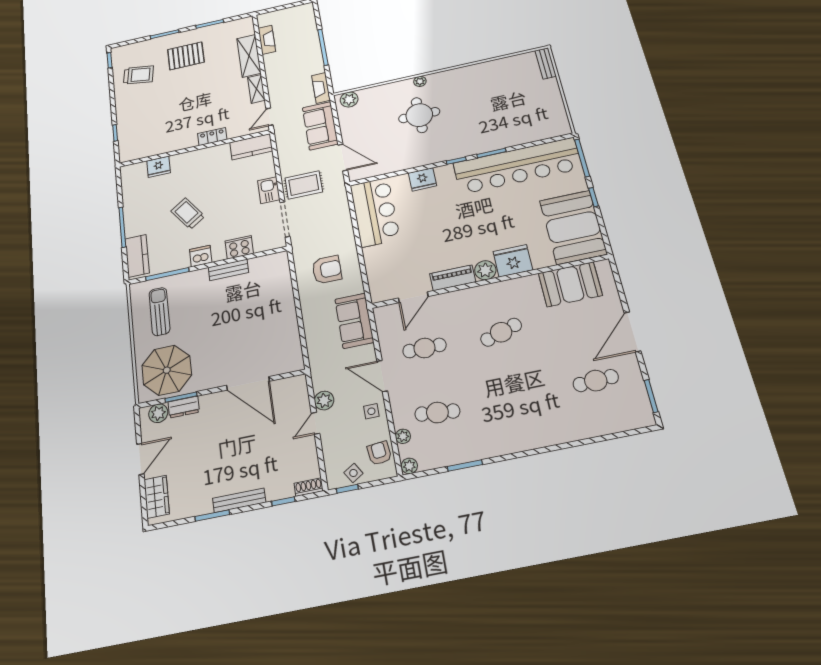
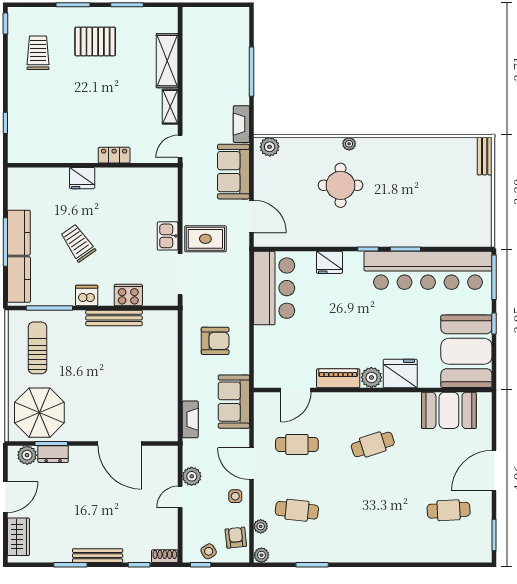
fireplace: (267, 40) -> (190, 419), moved
trolley: (139, 75) -> (38, 53), turned -99
kitchen counter: (251, 147) -> (19, 233), moved, turned -90
fridge: (159, 167) -> (82, 178), moved
bench: (228, 270) -> (114, 318), width x1.36

